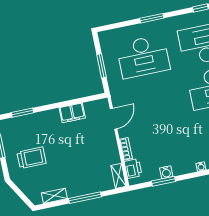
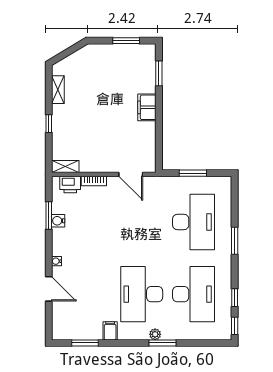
desk: (143, 57) -> (194, 222), turned 180
filing cabinet: (72, 113) -> (147, 107), moved
trolley: (32, 158) -> (106, 73), removed
window: (85, 198) -> (49, 124), width x0.46

